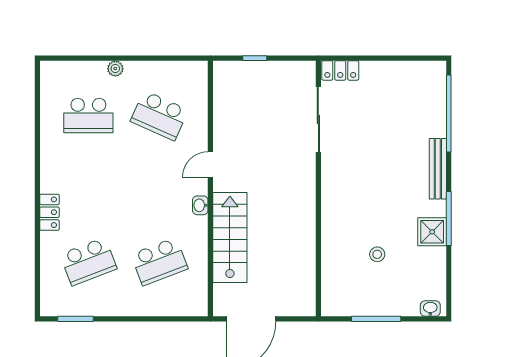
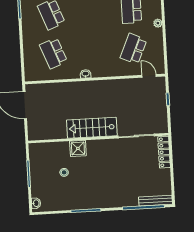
locker: (340, 70) -> (164, 152), width x1.53
door: (210, 165) -> (149, 76), moved
bench: (438, 169) -> (155, 201), moved
shower: (432, 232) -> (78, 148), moved
stairs: (230, 238) -> (92, 128), moved, turned 180

